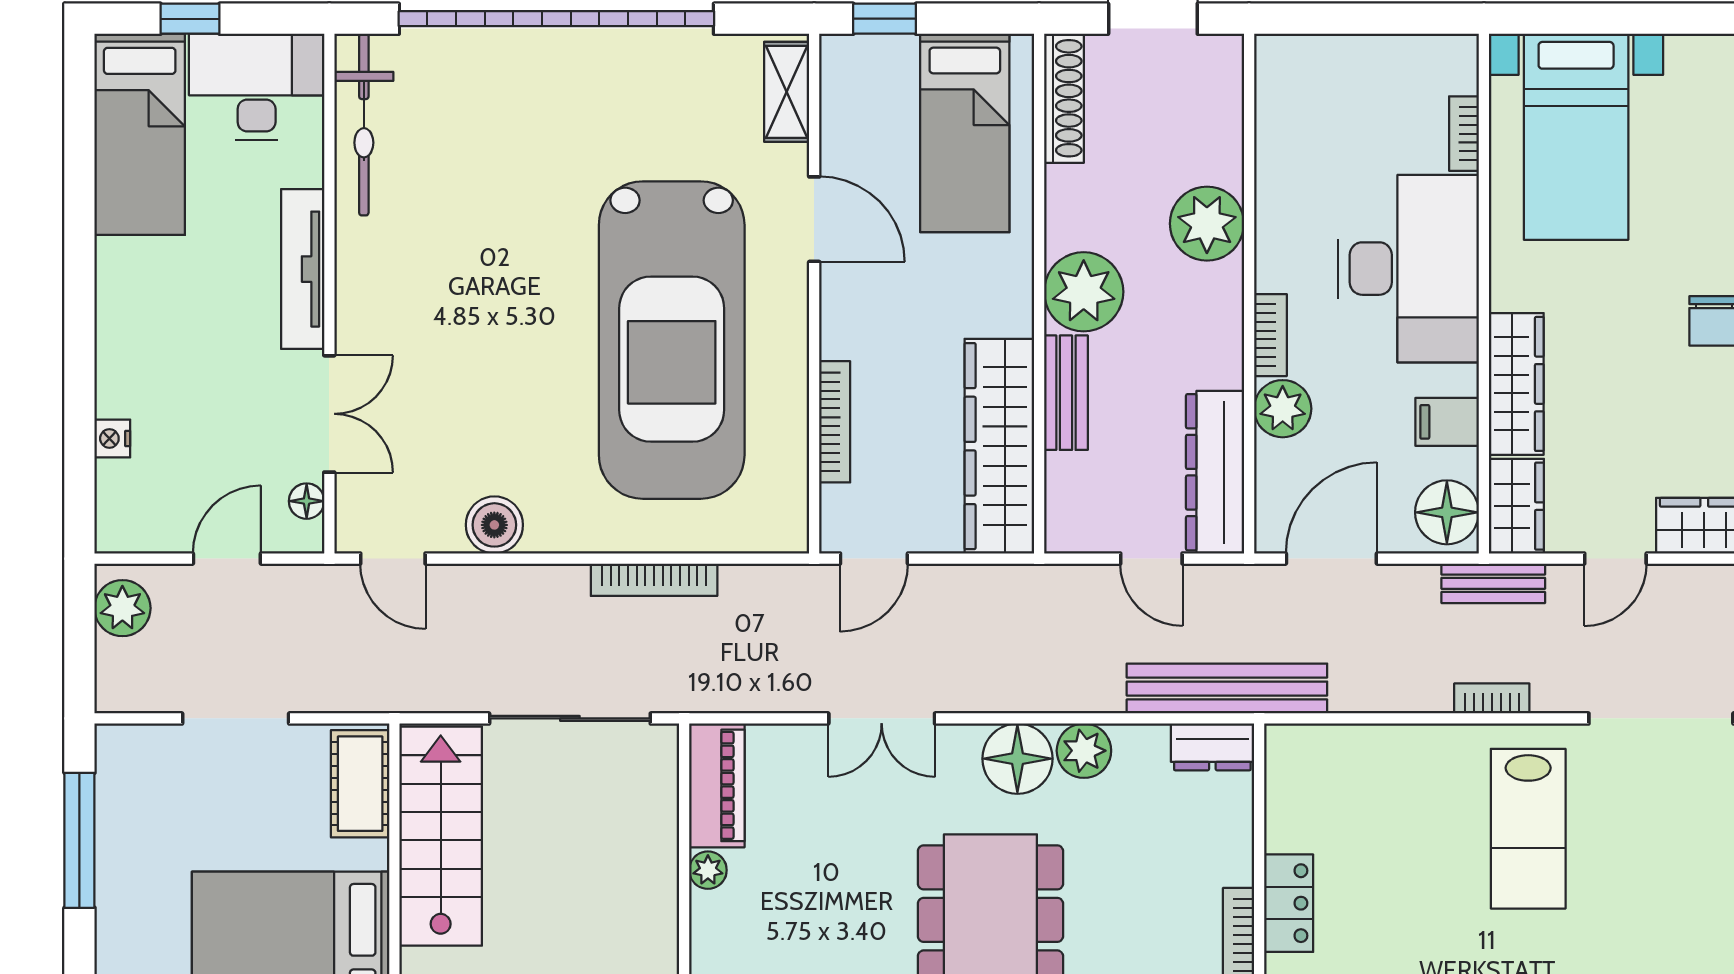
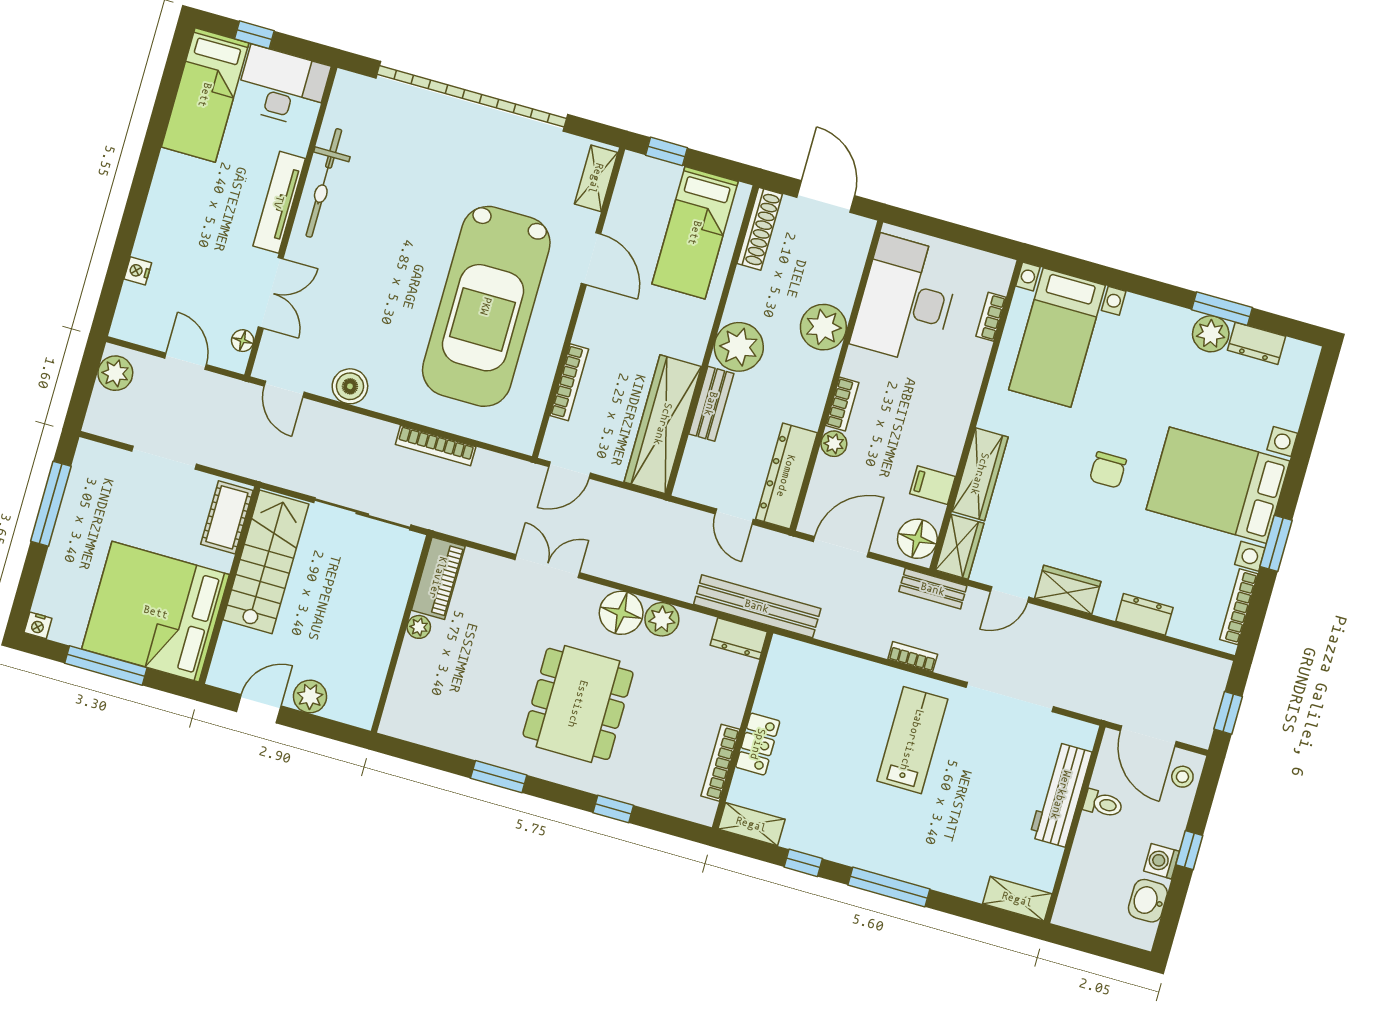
bicycle: (364, 125) -> (324, 183), moved
desk: (1409, 269) -> (906, 300), moved, turned 180
plant: (1283, 409) -> (834, 444), width x0.73, depth x0.73
door: (227, 559) -> (186, 361), hinge flipped
double door: (882, 718) -> (547, 566), swing flipped
lab bench: (1528, 829) -> (912, 740), turned 180

